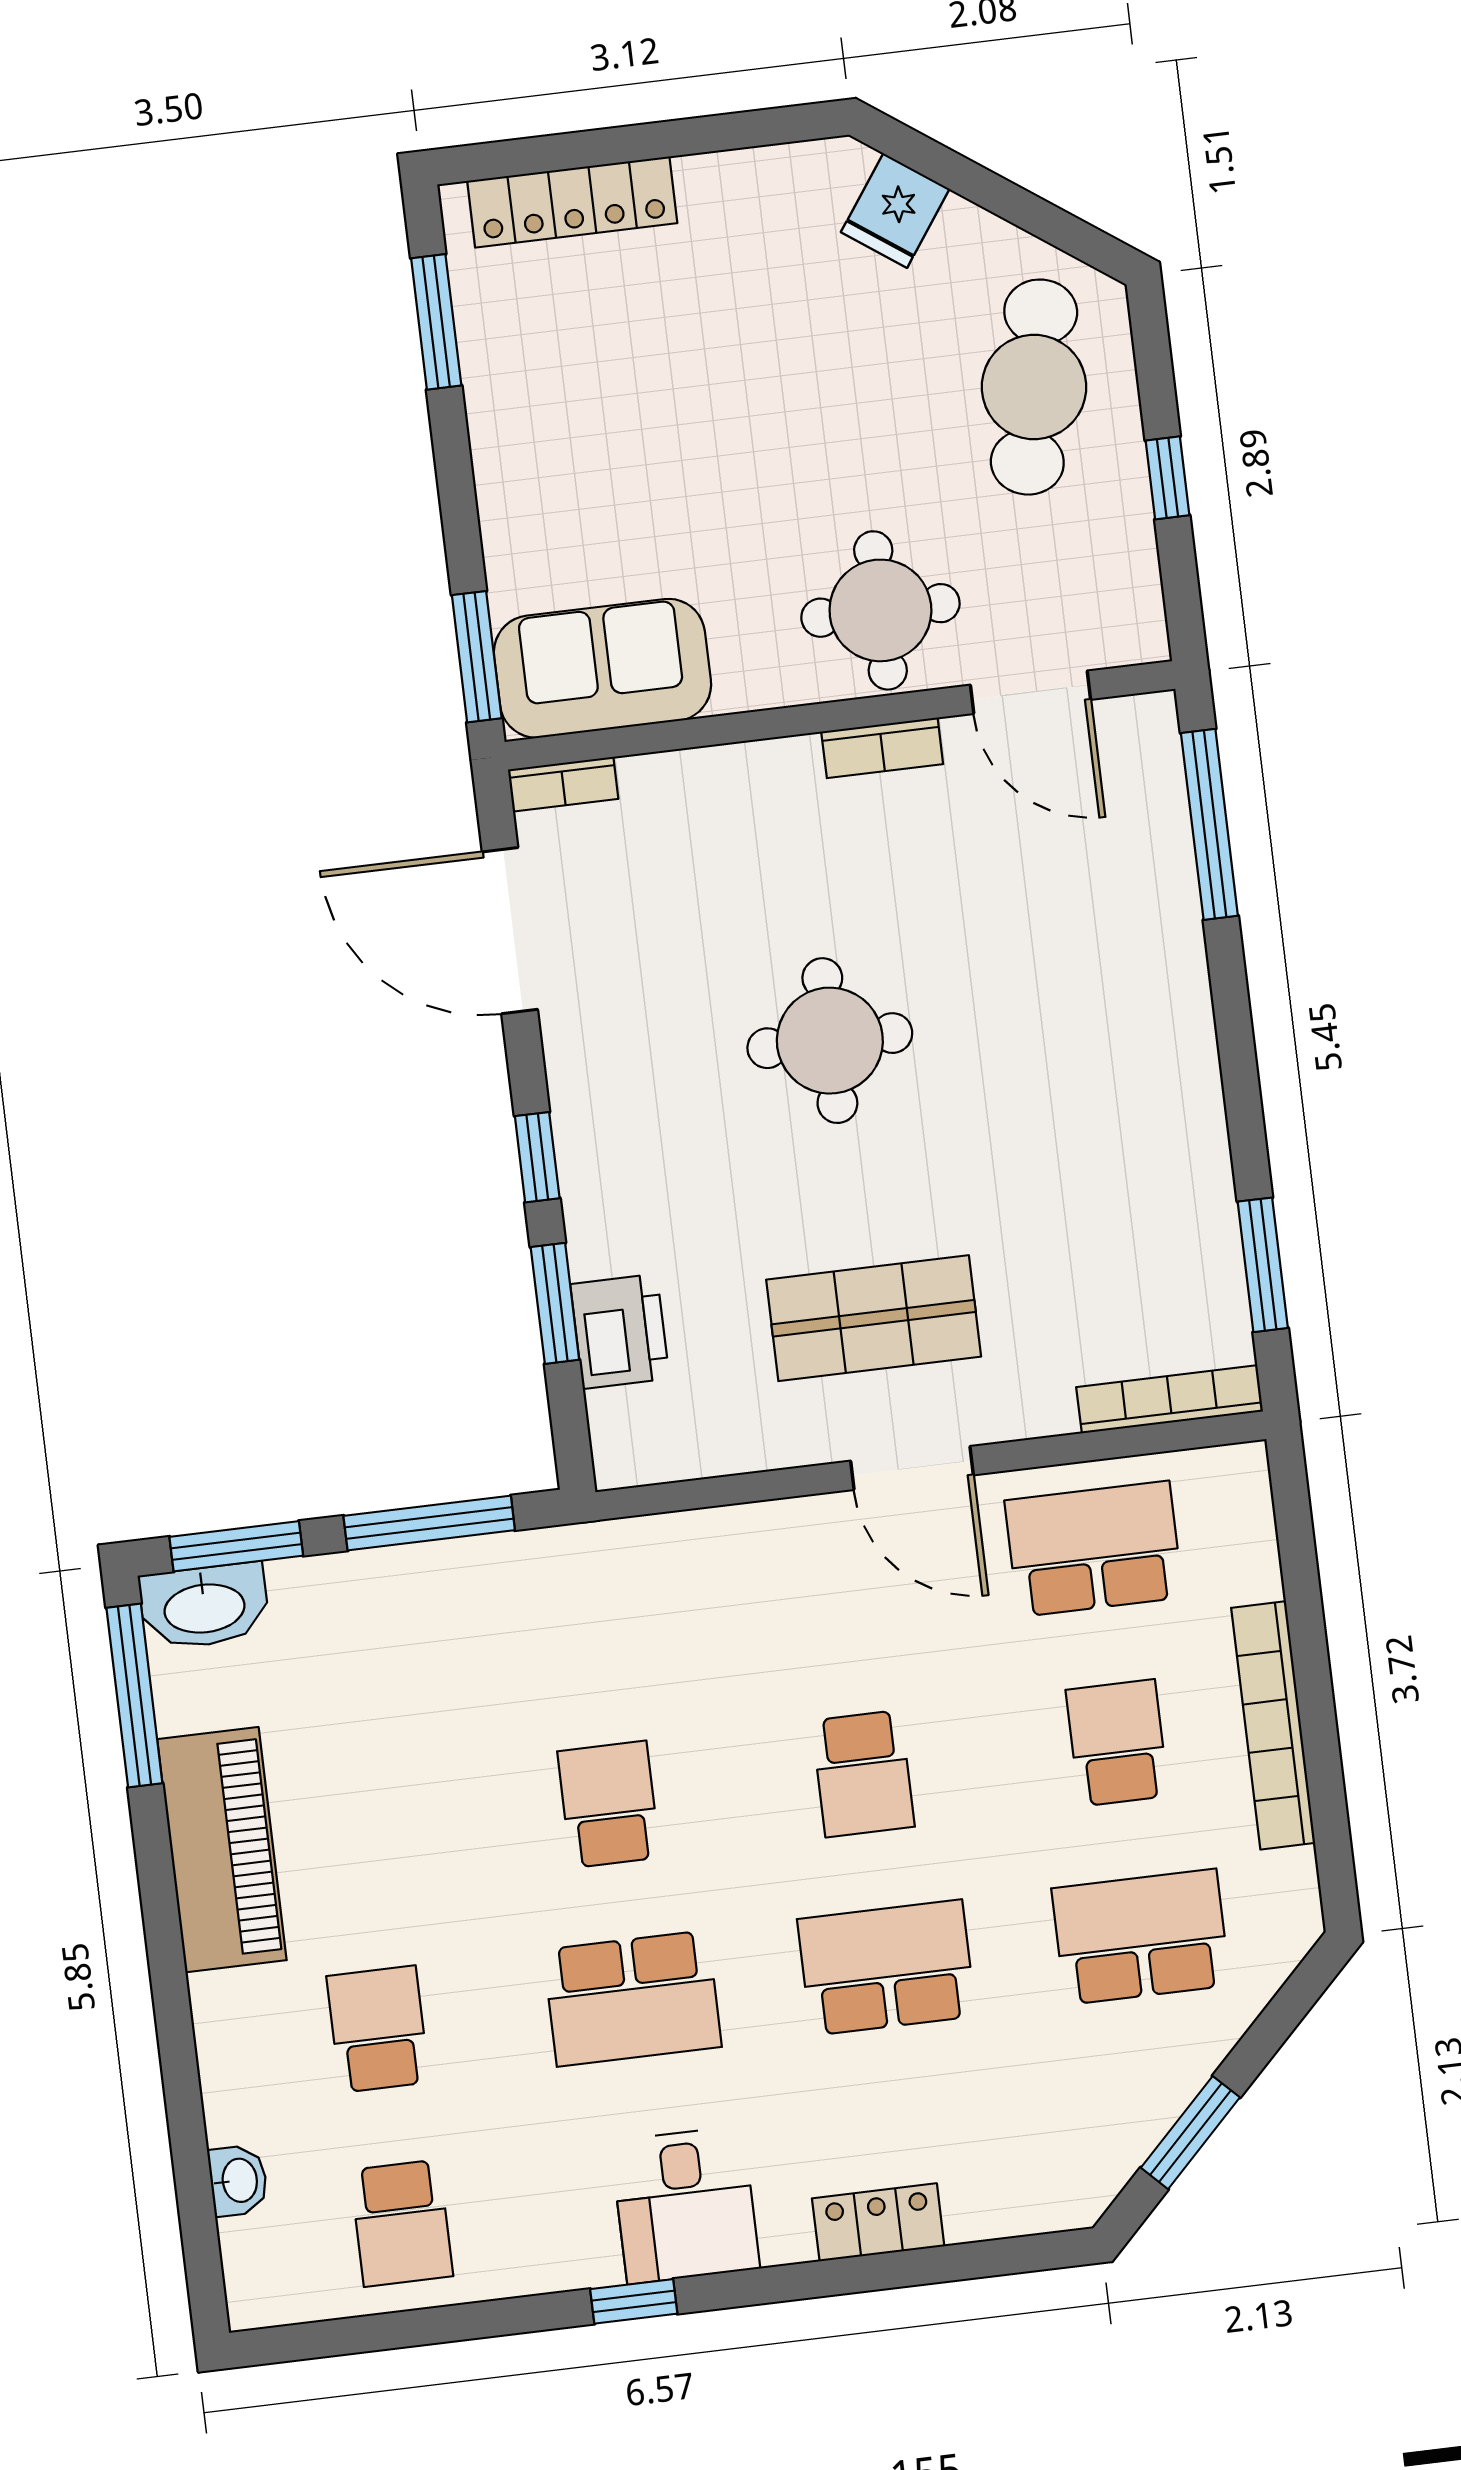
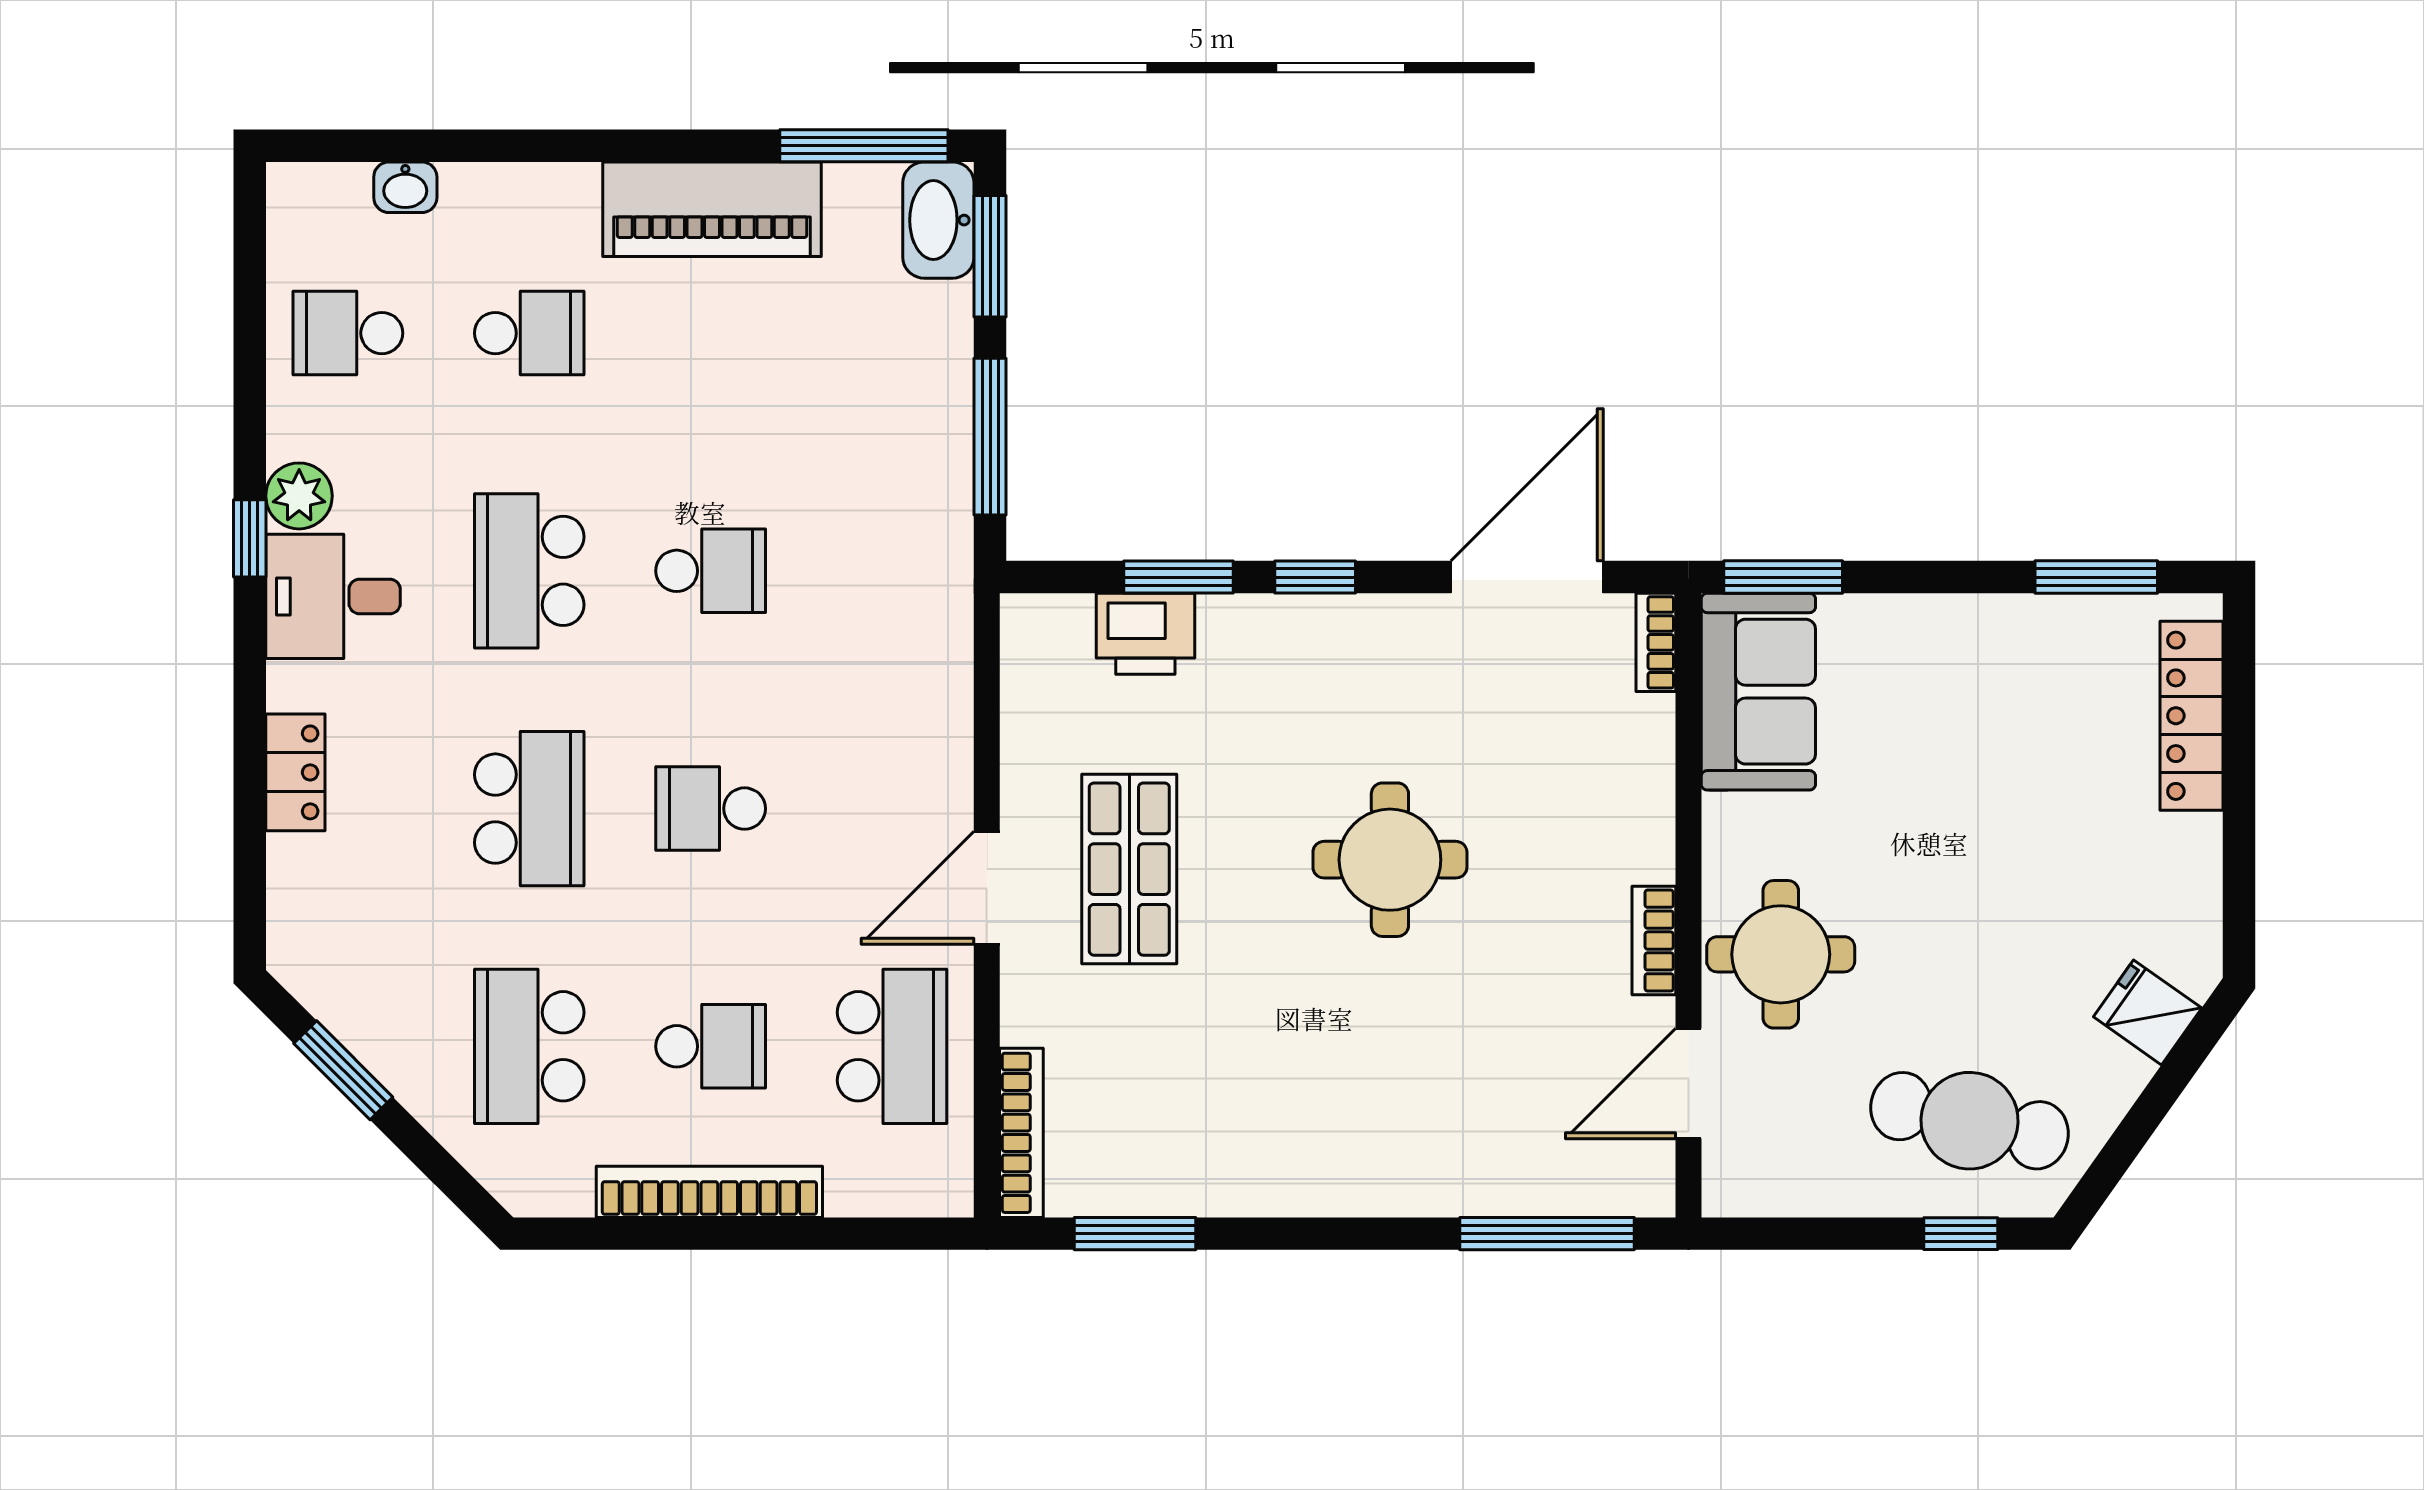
window: (1168, 478) -> (1961, 1234), moved
school desk: (1141, 1937) -> (529, 1046), turned 180
plant: (582, 2254) -> (299, 496), added

